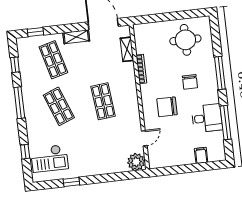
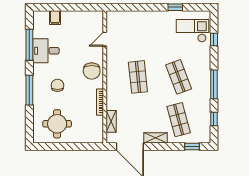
chair: (167, 107) -> (92, 71), moved, turned 90
plant: (136, 162) -> (115, 19), removed

